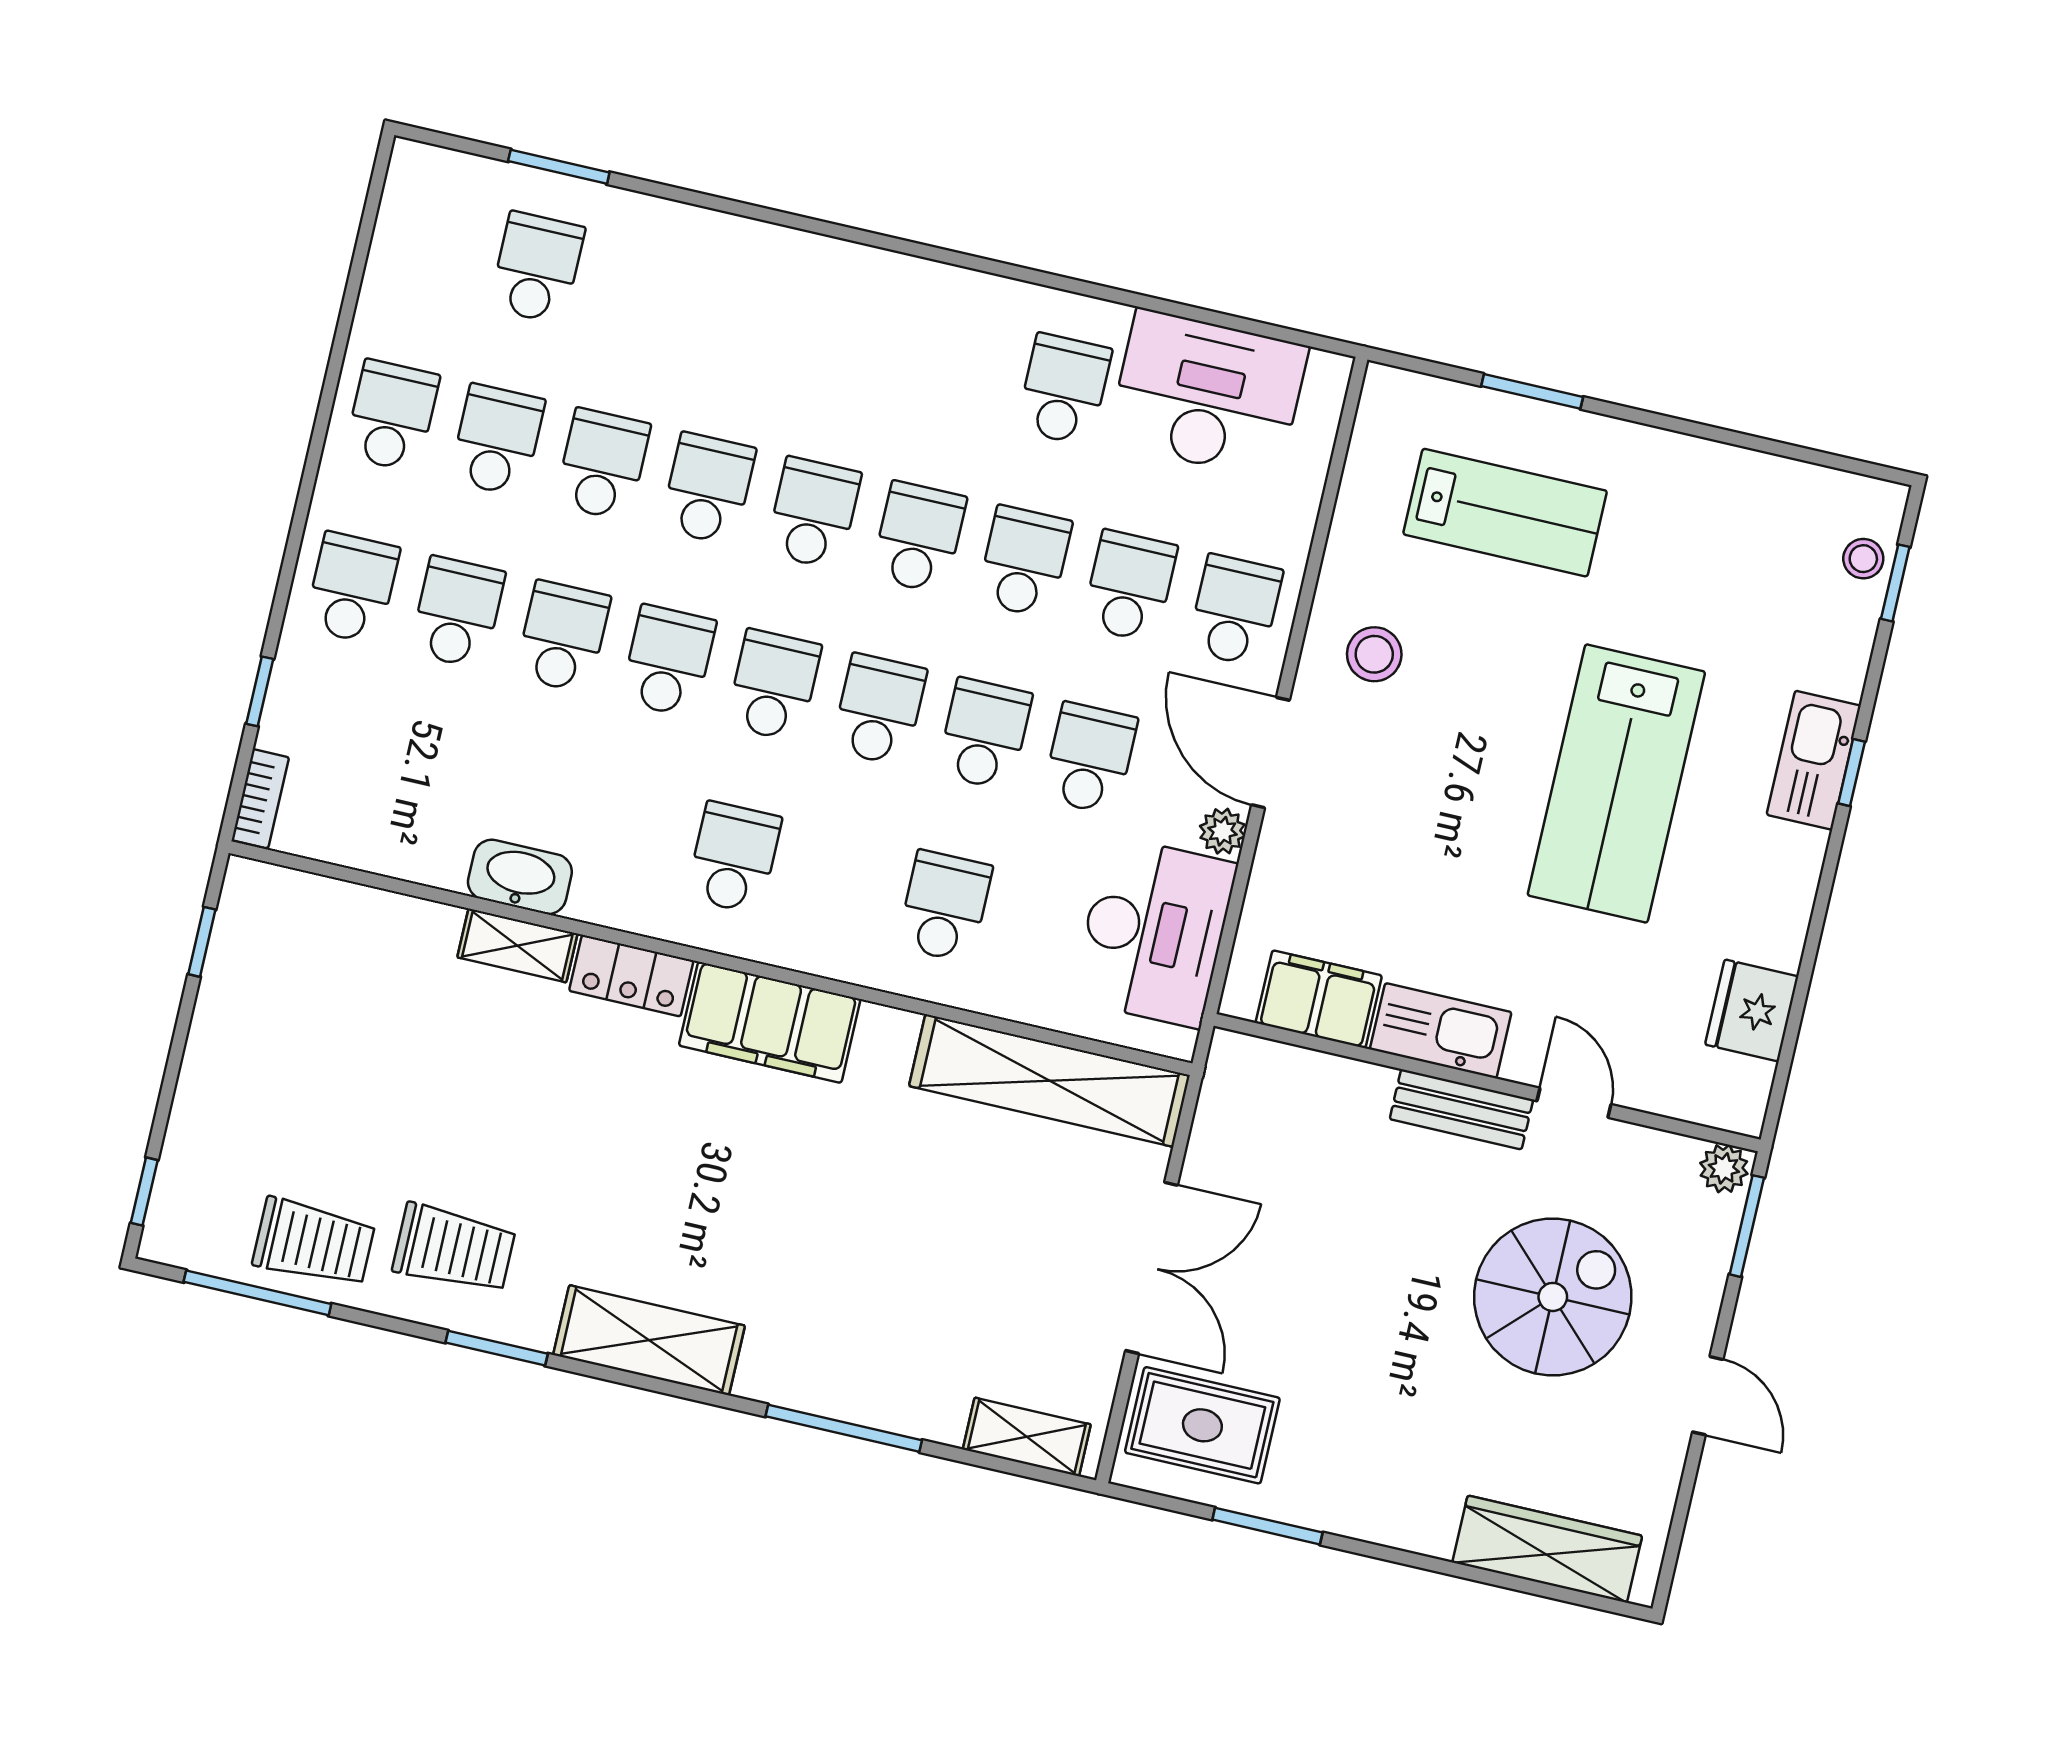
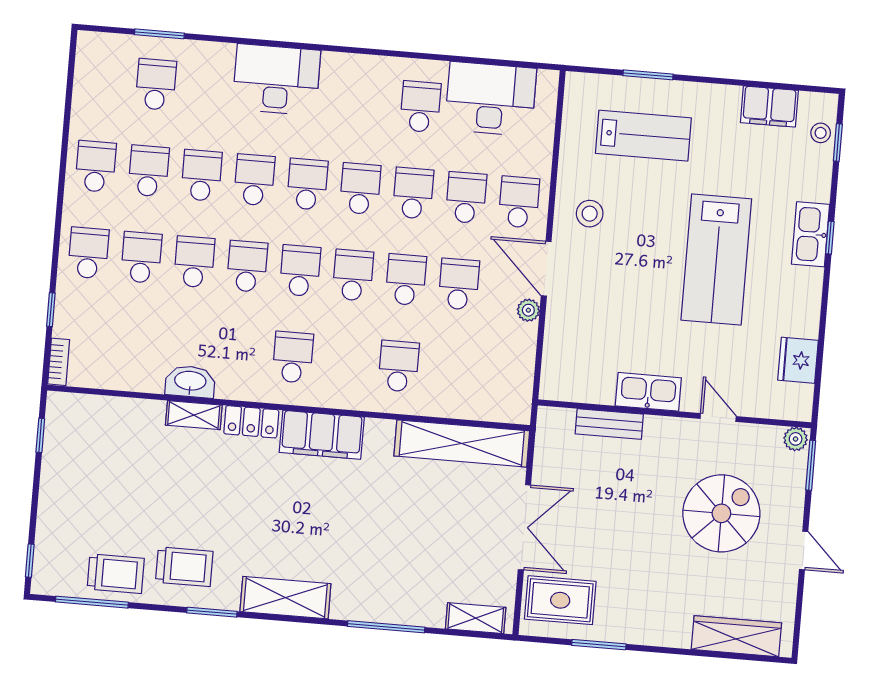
desk: (1154, 932) -> (276, 80), moved, turned -90
filing cabinet: (1319, 999) -> (769, 106), moved, turned 180
bench: (1461, 1109) -> (609, 424), moved

